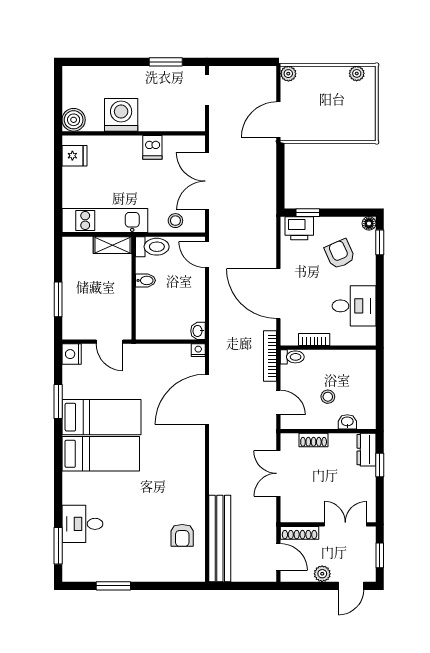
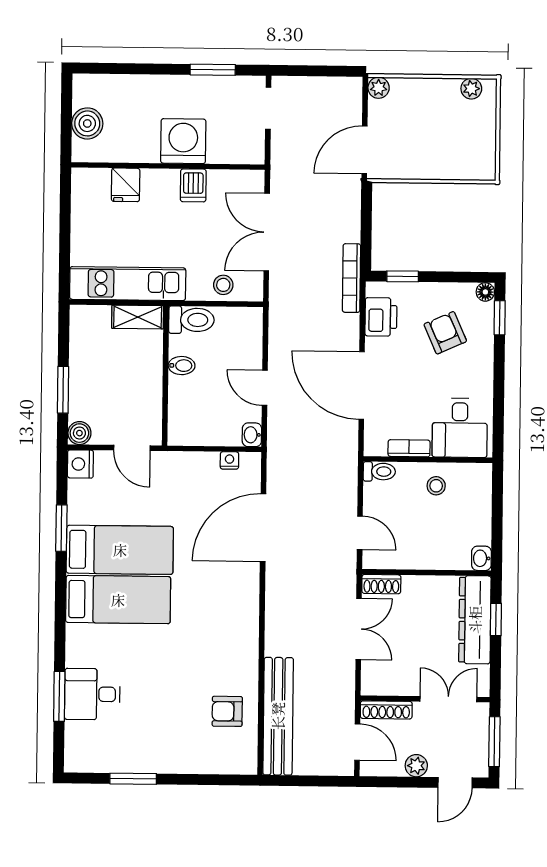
washing machine: (121, 115) -> (183, 141), moved
boiler: (74, 120) -> (87, 123), moved
fridge: (74, 156) -> (126, 185), moved, turned 90
printer: (299, 228) -> (381, 317), moved, turned -90
door: (207, 255) -> (265, 388), moved
desk: (354, 306) -> (460, 428), moved, turned 90
boiler: (71, 331) -> (79, 433), added
nightstand: (198, 350) -> (229, 460), moved
bookcase: (270, 356) -> (351, 278), moved
stool: (328, 397) -> (436, 486), moved
washbasin: (347, 422) -> (481, 558), moved, turned -90
shoe rack: (314, 440) -> (381, 584), moved
dresser: (366, 450) -> (475, 620), width x1.96, depth x1.24
double door: (278, 473) -> (359, 629), swing flipped
armchair: (182, 535) -> (227, 711), turned 90
window: (58, 546) -> (59, 696), moved
window: (380, 555) -> (494, 742), width x1.50

